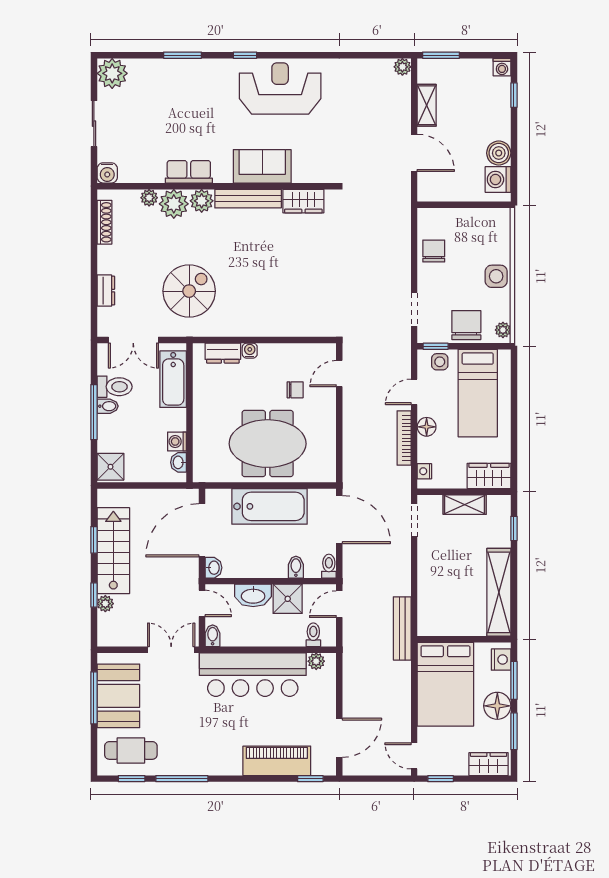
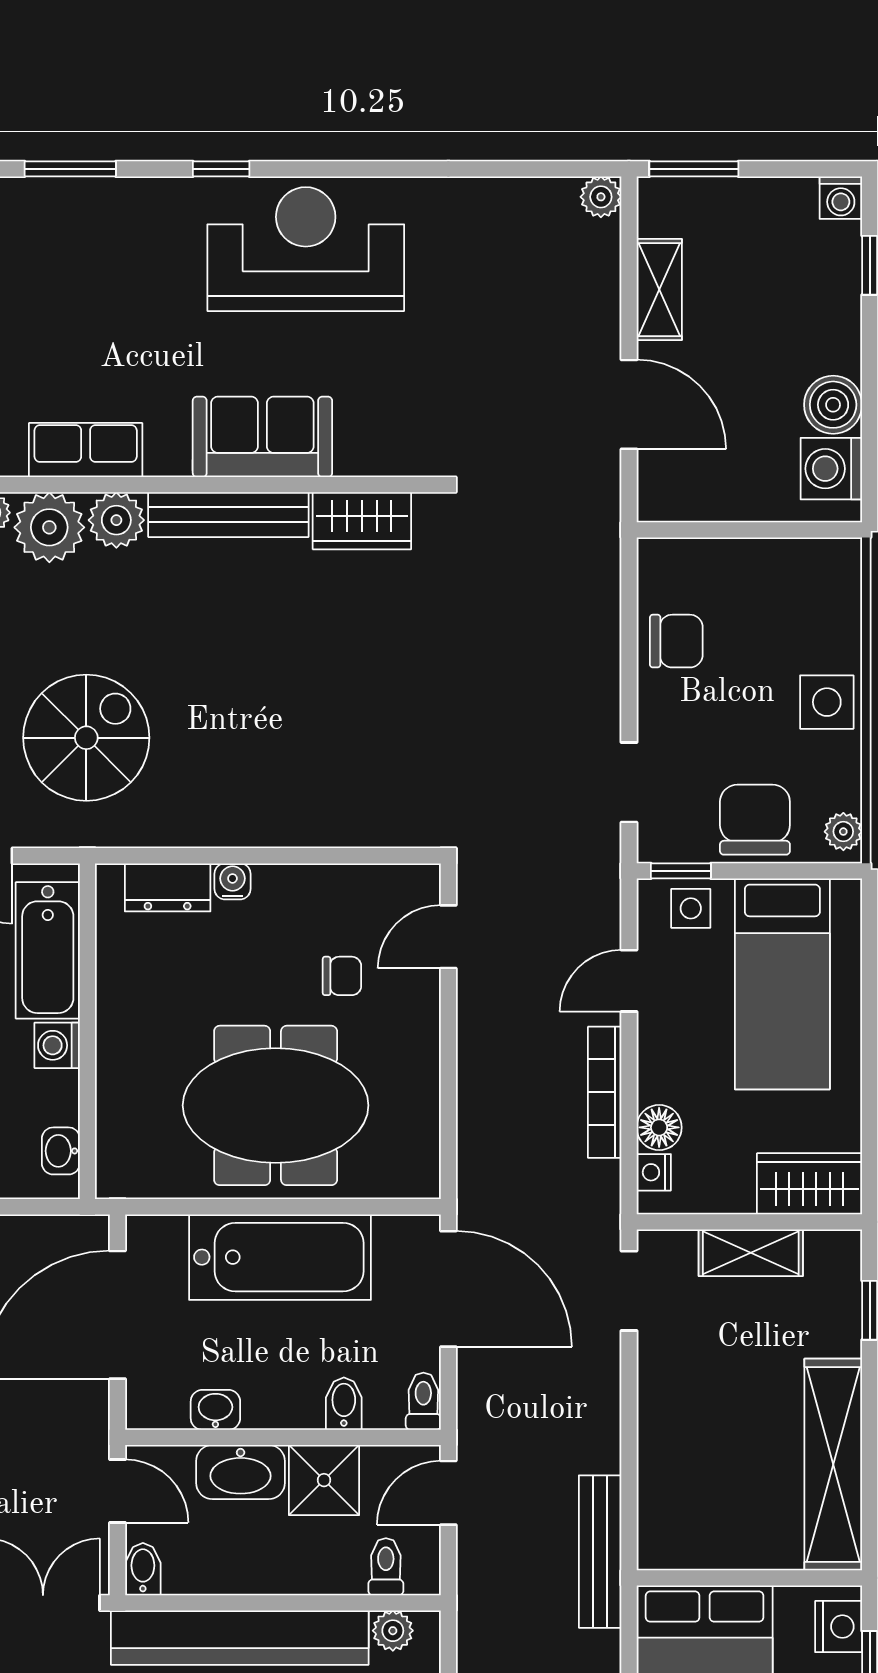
chair: (434, 251) -> (676, 641), turned 90
floor lamp: (427, 427) -> (659, 1127), moved
washing machine: (177, 442) -> (57, 1045), moved
washbasin: (214, 568) -> (215, 1410), moved, turned -90

